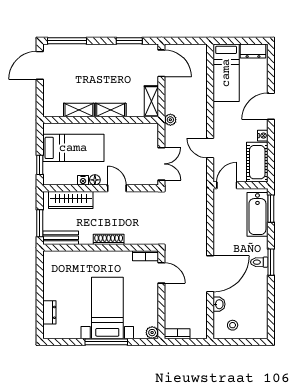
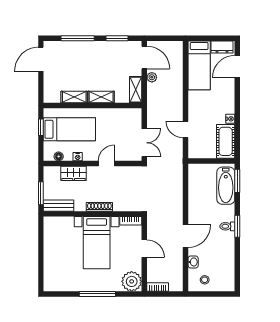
window: (67, 41) -> (78, 38), moved
door: (271, 106) -> (237, 67), moved
plant: (170, 120) -> (152, 77), moved
window: (40, 165) -> (41, 127), moved
floor lamp: (95, 180) -> (59, 156), moved
door: (227, 185) -> (200, 161), removed
door: (117, 188) -> (106, 164), hinge flipped
wardrobe: (71, 200) -> (74, 173), width x0.67
door: (161, 273) -> (144, 249), moved
door: (210, 274) -> (186, 236), width x0.73
bed with nightstands: (107, 308) -> (97, 243), moved, turned 180
dresser: (49, 312) -> (49, 269), removed
plant: (152, 333) -> (132, 281), width x1.88, depth x1.88

